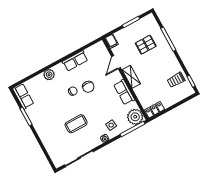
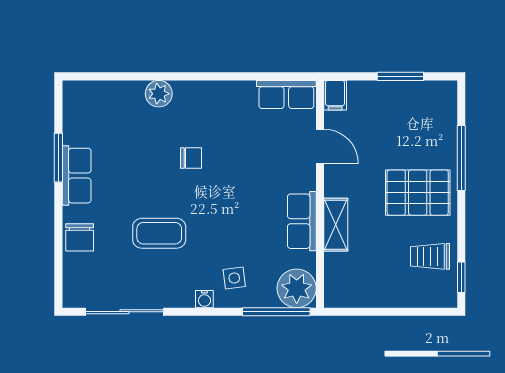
pallet: (146, 45) -> (418, 193), moved, width x1.50, depth x1.42
row of seats: (75, 61) -> (286, 94), moved
door: (116, 62) -> (320, 146), swing flipped
shelving: (131, 77) -> (336, 225), moved
chair: (88, 87) -> (80, 237), moved
row of seats: (23, 96) -> (77, 176), moved
locker: (155, 110) -> (347, 296), removed

